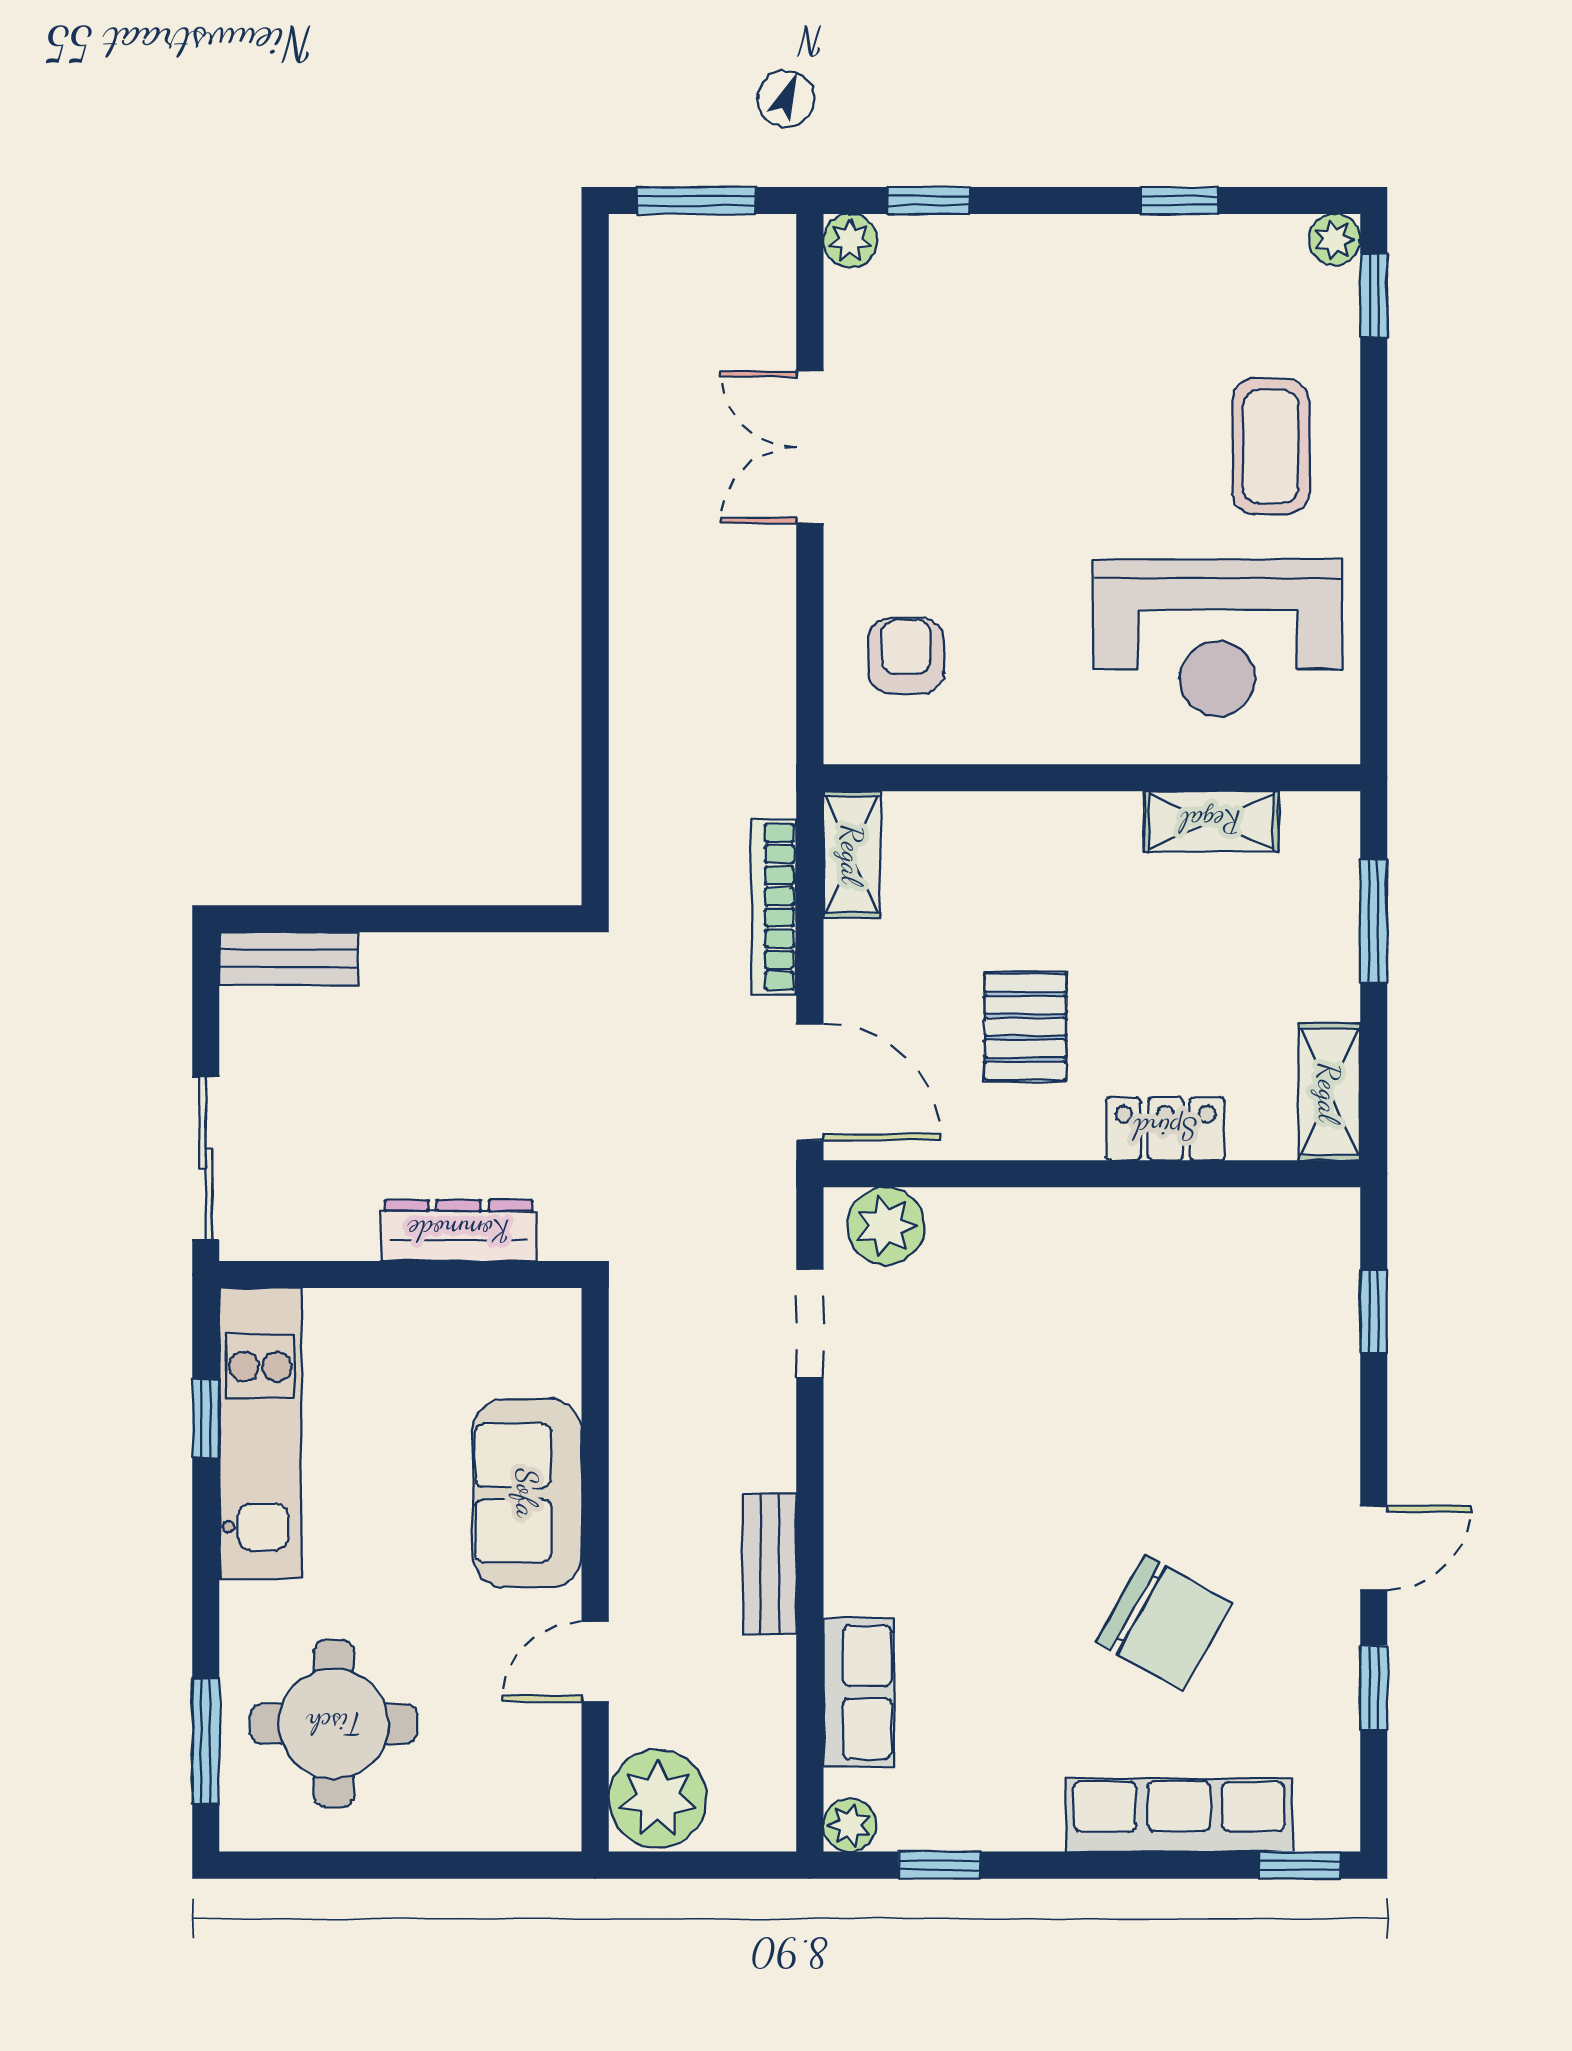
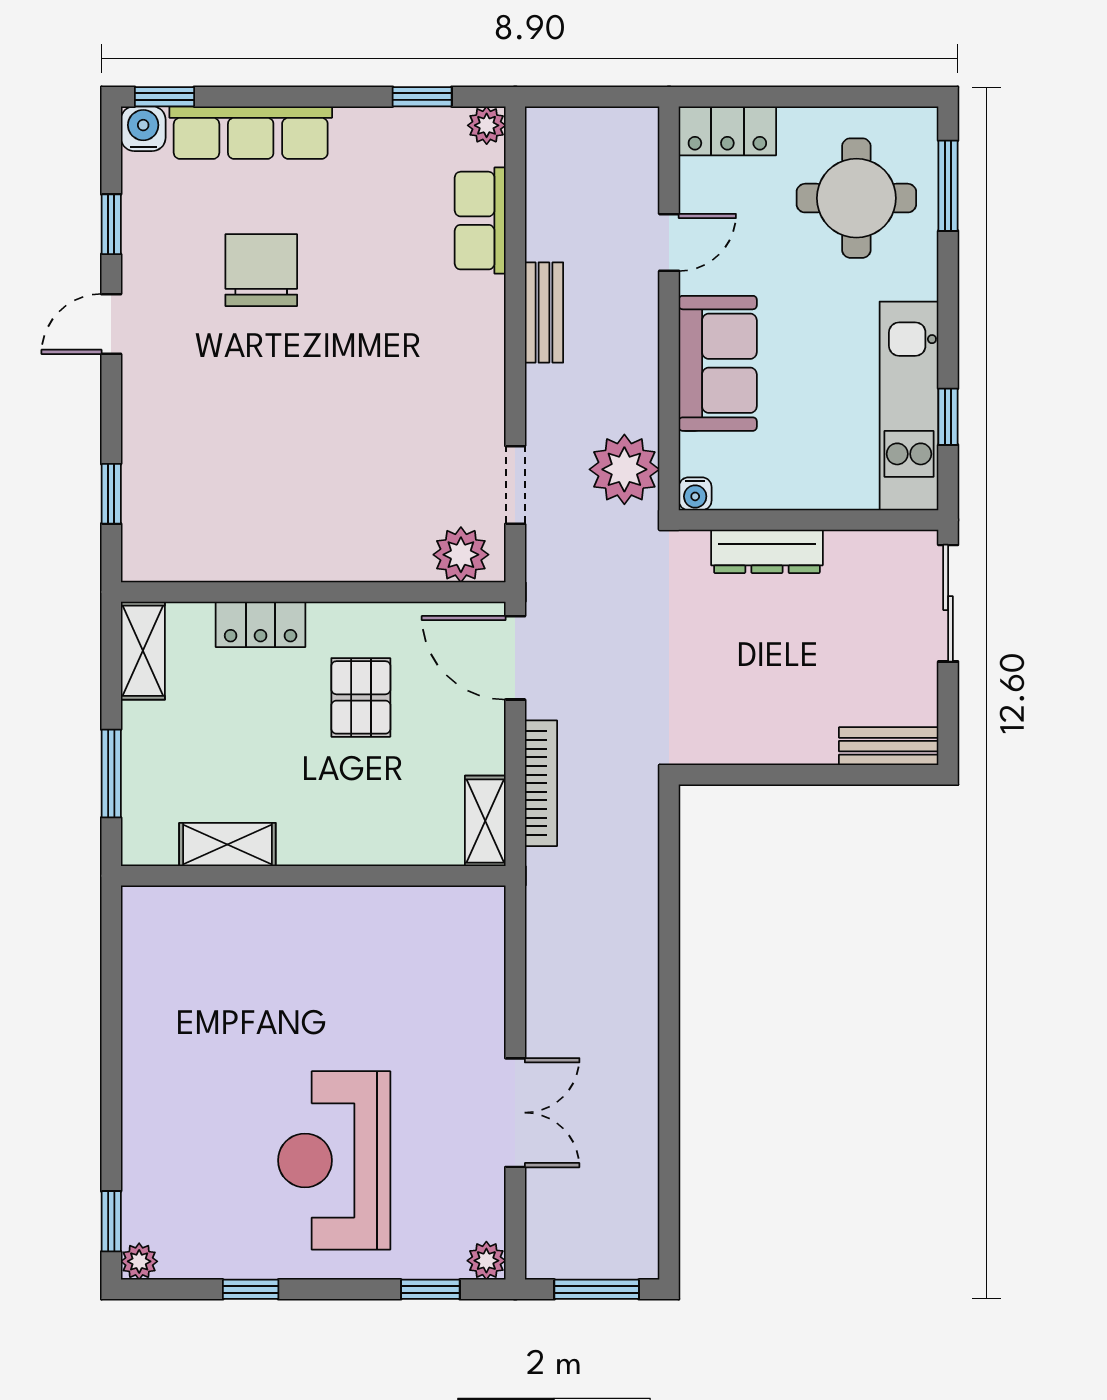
coffee table: (1271, 446) -> (185, 1113), removed
reception desk: (1217, 638) -> (334, 1160), moved, turned -90
armchair: (906, 656) -> (446, 963), removed
water cooler: (559, 1311) -> (695, 494), added
chair: (1164, 1623) -> (261, 270), turned 61
plant: (658, 1799) -> (624, 469), moved
locker: (514, 1817) -> (727, 131), added
water cooler: (1329, 1821) -> (143, 129), added

